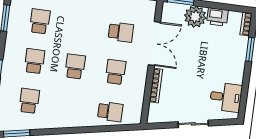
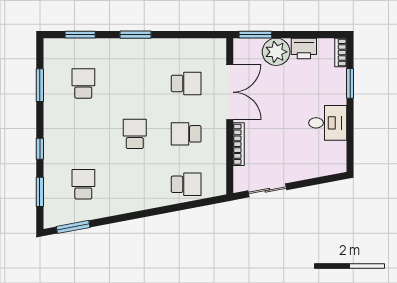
school desk: (35, 61) -> (83, 134), removed
school desk: (116, 72) -> (186, 134), turned -90
desk: (226, 97) -> (328, 123), moved
sliding door: (193, 124) -> (267, 190), moved

